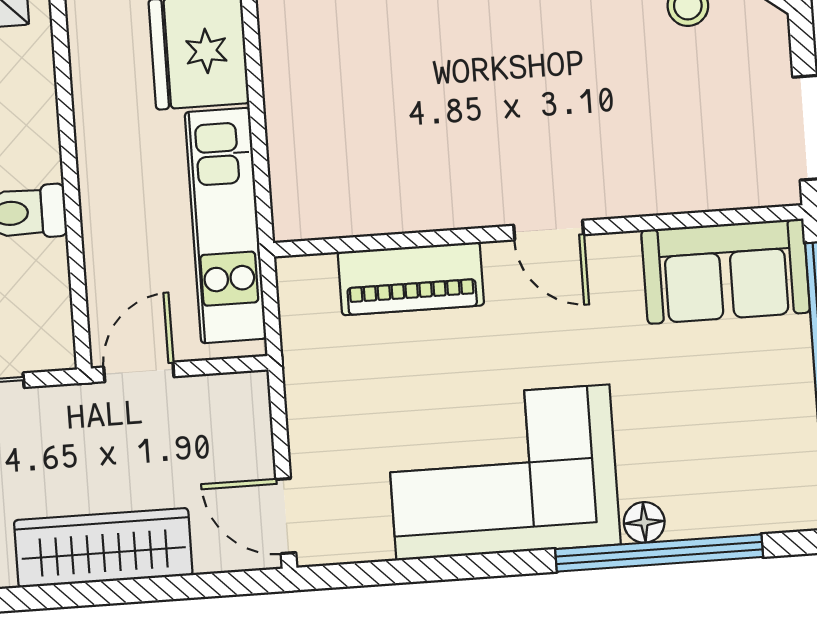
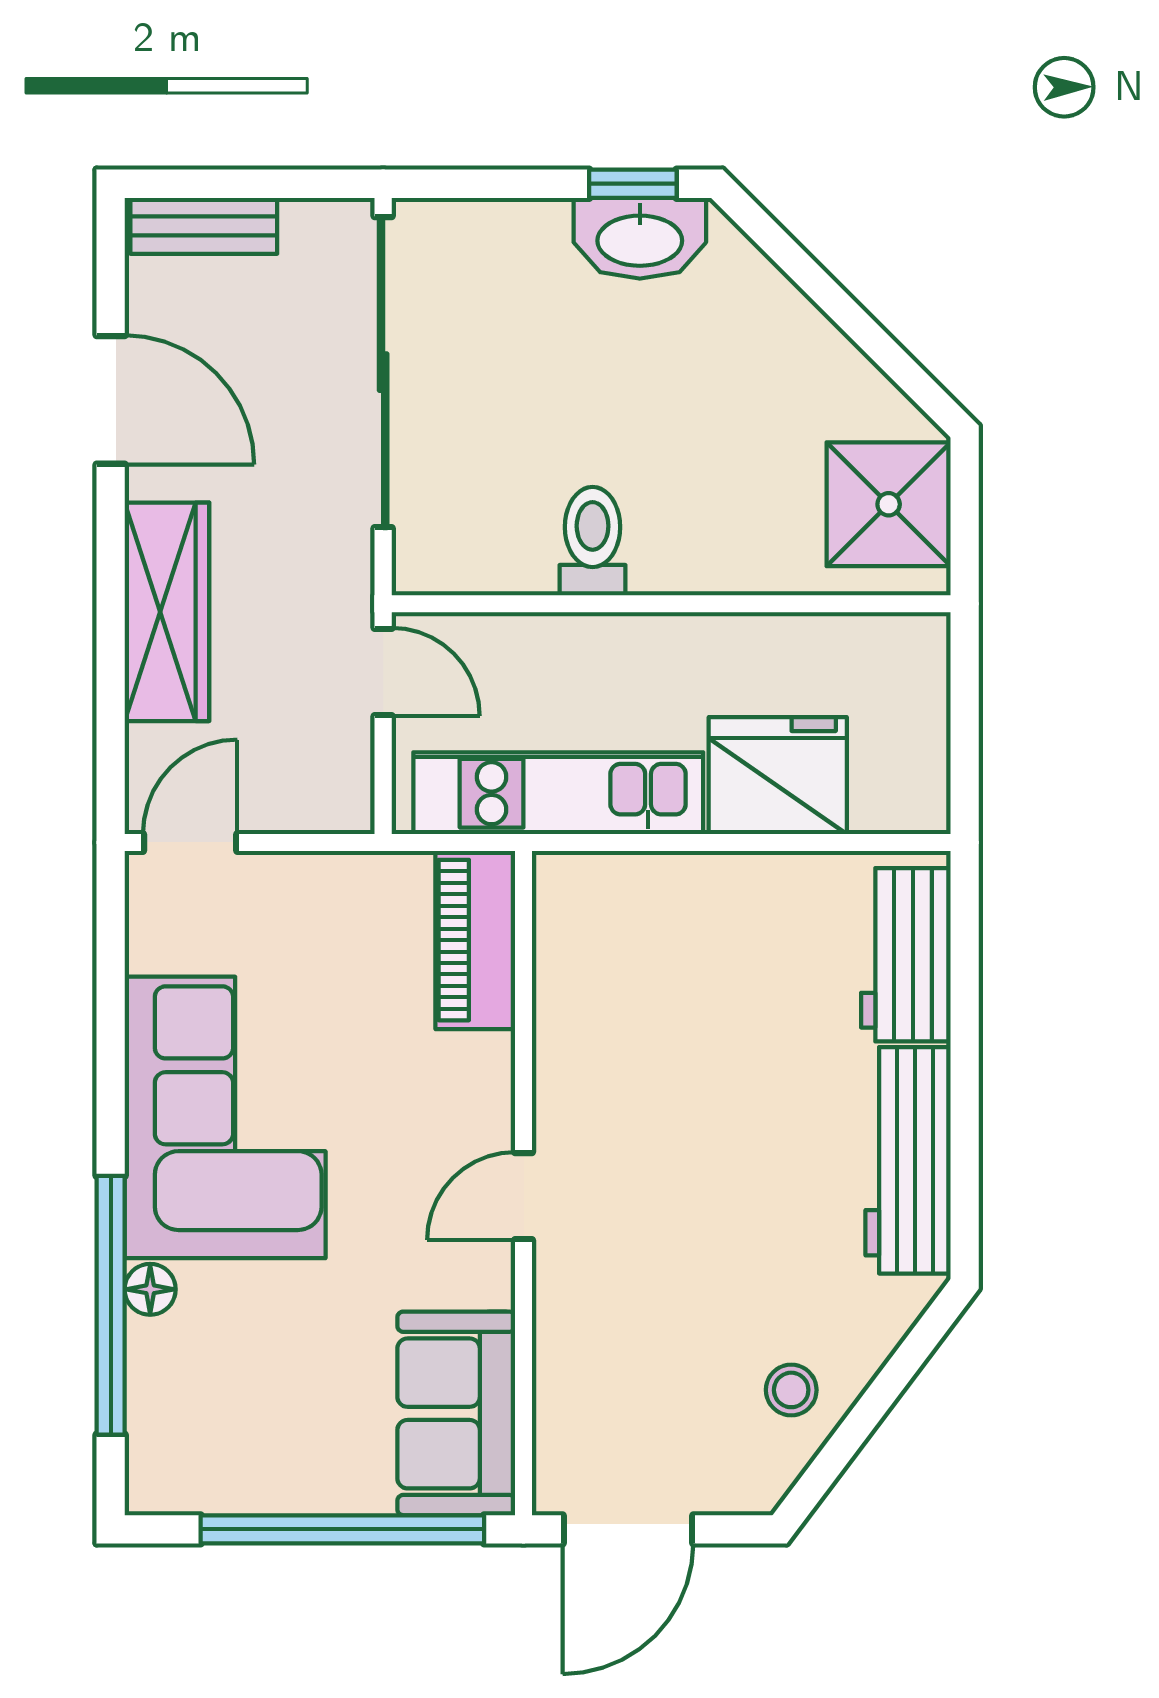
piano: (411, 279) -> (475, 940), moved

